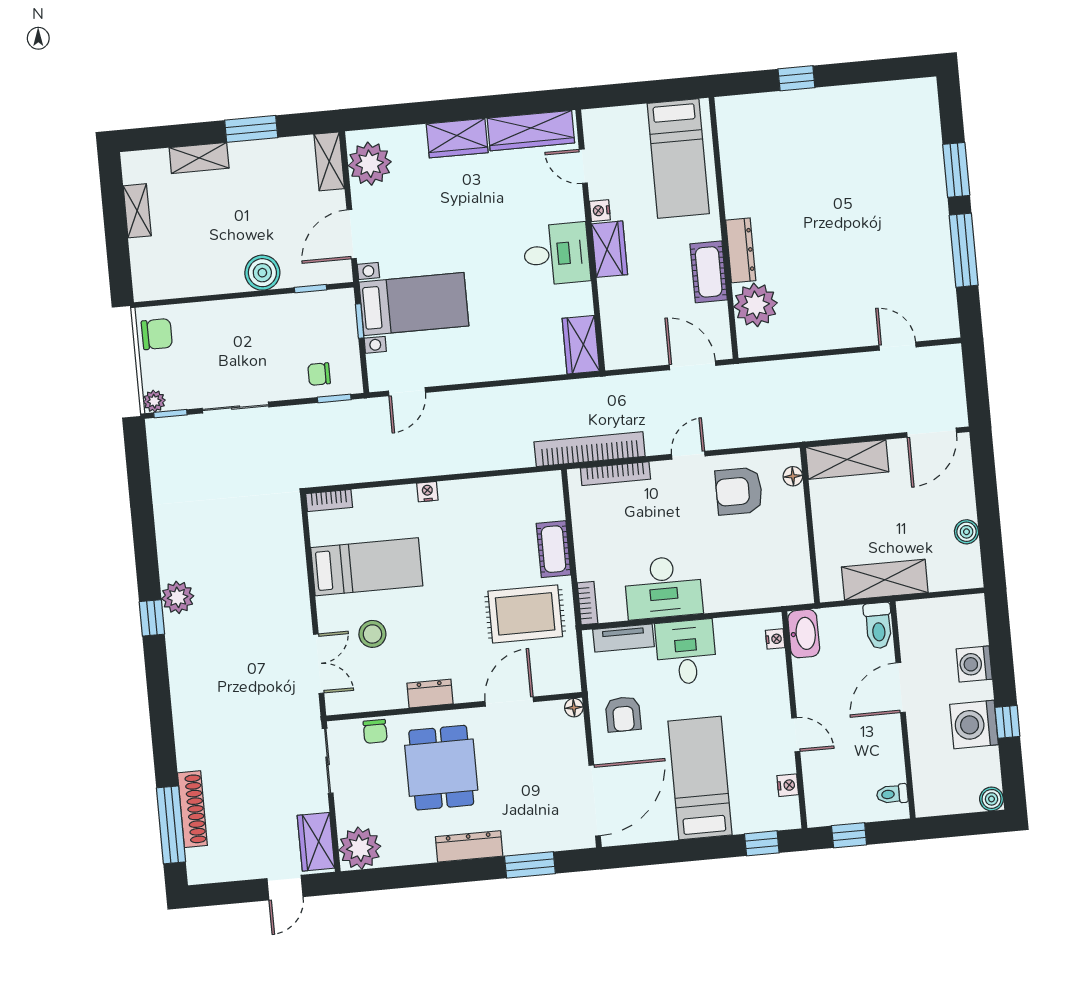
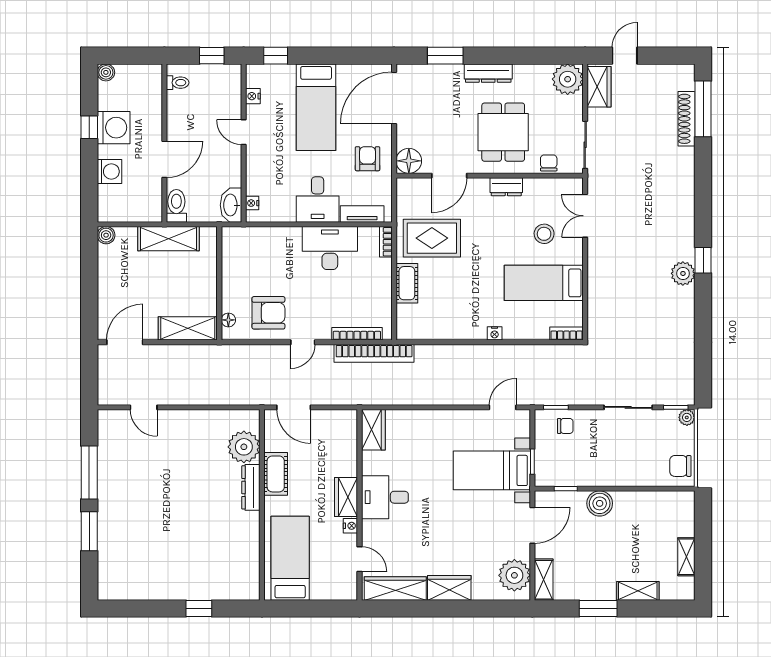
boiler: (967, 532) -> (106, 235), moved
floor lamp: (574, 708) -> (409, 161), width x1.89, depth x1.89

